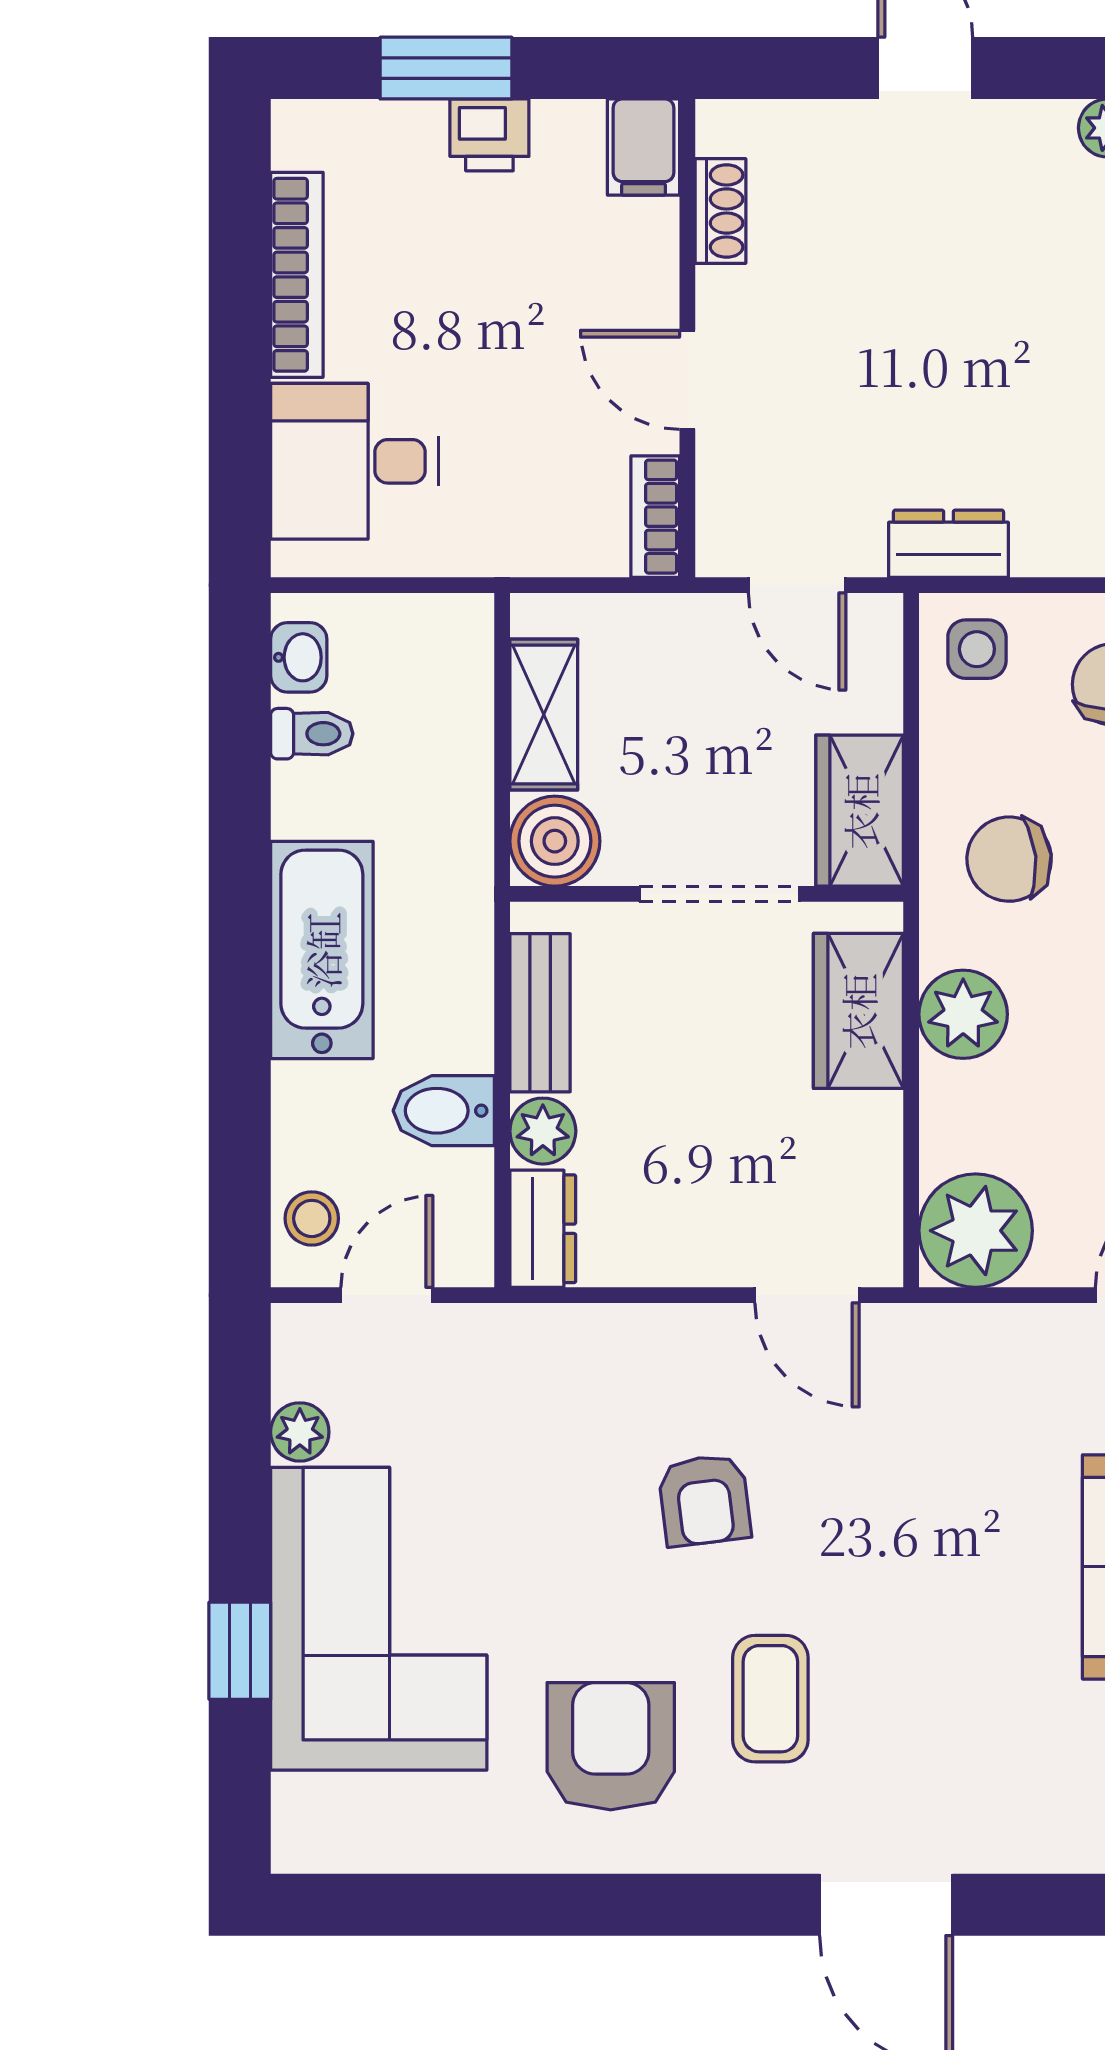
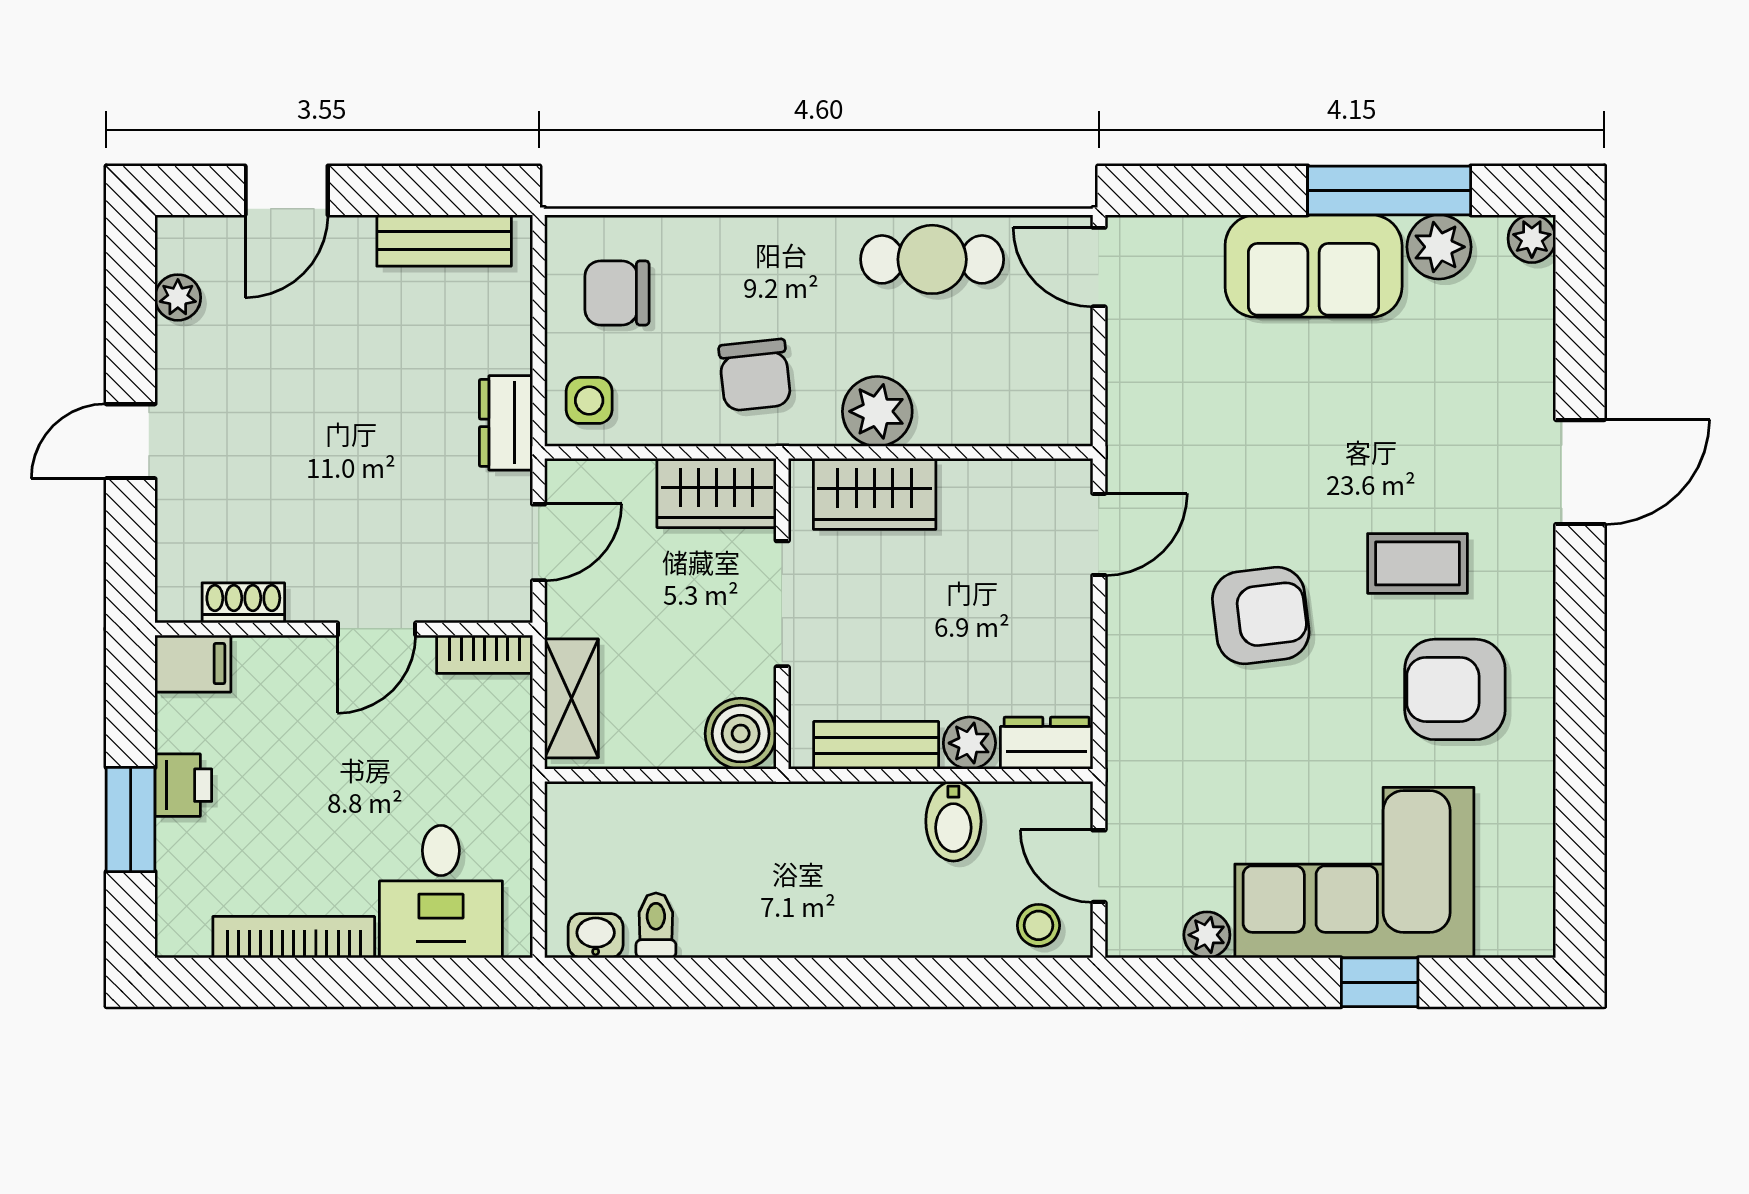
shelving: (544, 715) -> (571, 698), moved, turned 90
bathtub: (322, 950) -> (827, 917), removed
plant: (976, 1231) -> (1048, 401), removed
armchair: (704, 1500) -> (1261, 616), width x1.38, depth x1.38

